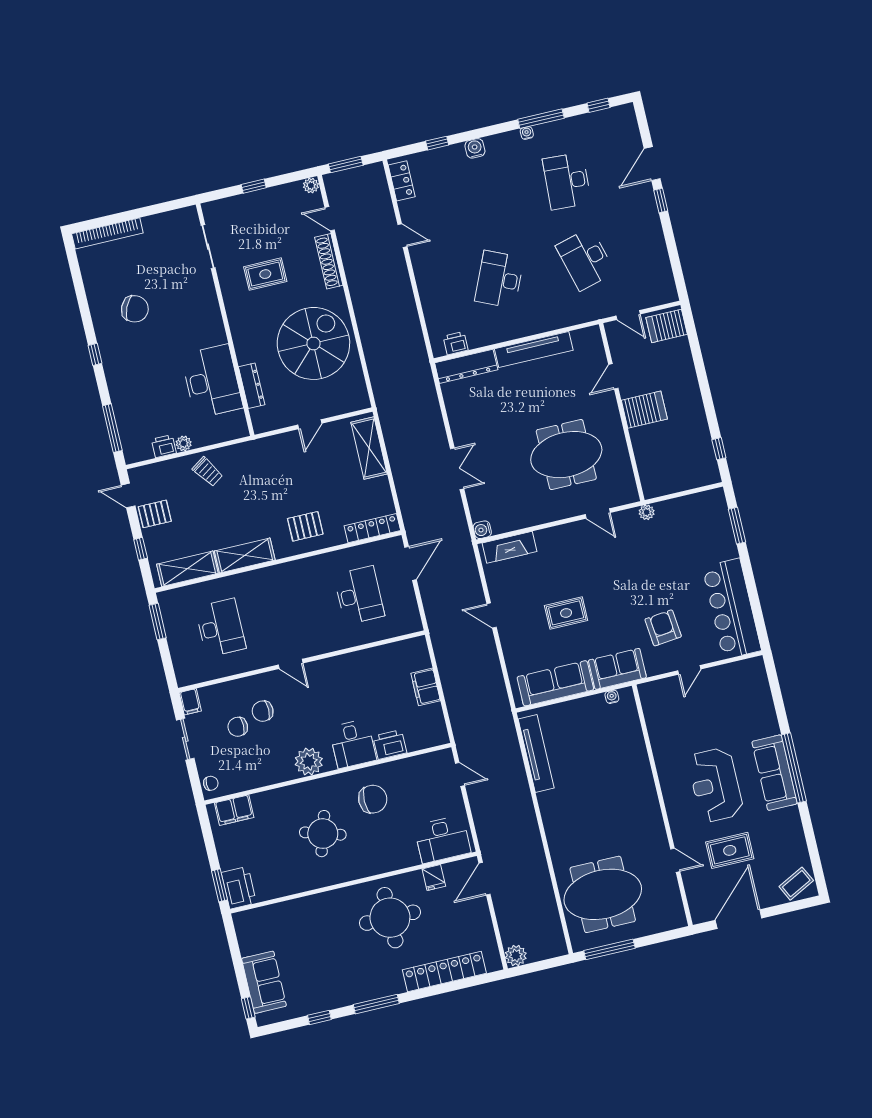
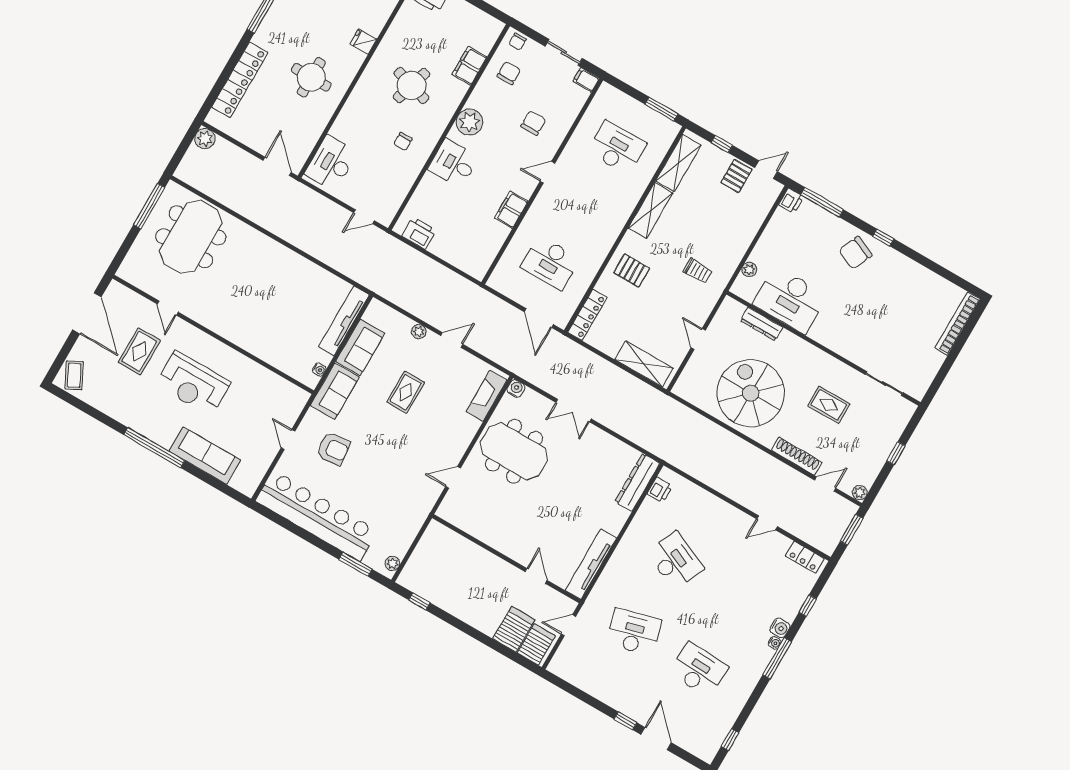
window: (541, 119) -> (777, 658), moved
water cooler: (527, 133) -> (775, 643), moved
rug: (265, 274) -> (829, 405), turned 90
chair: (135, 309) -> (855, 253), moved
spiral stairs: (313, 343) -> (751, 393), turned 180
tv unit: (534, 350) -> (591, 564), moved
server rack: (644, 410) -> (514, 629), moved, turned 180
plant: (184, 443) -> (749, 269), moved
printer: (164, 446) -> (791, 201), moved
meeting table: (566, 455) -> (514, 451), moved, turned 90
trolley: (208, 472) -> (698, 271), moved, turned -146
plant: (647, 512) -> (392, 563), moved
pallet: (305, 526) -> (632, 270), turned 90
bar counter: (732, 609) -> (316, 516), width x1.36
desk: (220, 628) -> (617, 148), turned 180
plant: (509, 647) -> (419, 332), added
sofa: (555, 683) -> (360, 348), width x0.73
filing cabinet: (426, 687) -> (511, 210), moved, turned -90
chair: (238, 727) -> (509, 73), moved
printer: (390, 745) -> (419, 233), moved, turned -90
tv unit: (536, 753) -> (344, 321), moved, turned 90
sofa: (775, 773) -> (205, 456), moved
reception desk: (715, 785) -> (193, 384), turned 180
chair: (373, 799) -> (403, 142), width x0.54, depth x0.54
filing cabinet: (234, 810) -> (469, 66), moved
door: (675, 860) -> (168, 308), hinge flipped
fridge: (434, 878) -> (363, 42), moved
round table: (390, 918) -> (311, 77), width x0.73, depth x0.73

